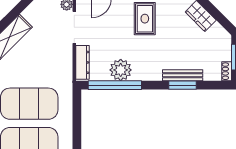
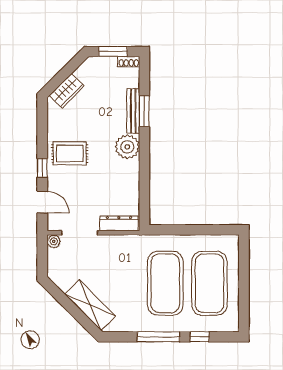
plant: (121, 70) -> (127, 147), moved
window: (115, 85) -> (144, 187), removed

